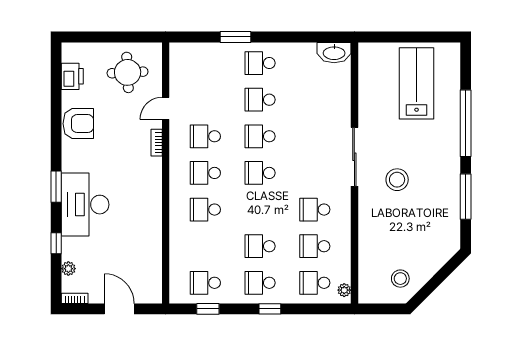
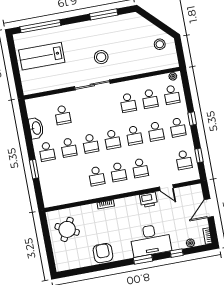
washbasin: (334, 53) -> (36, 128), moved
round table: (128, 72) -> (67, 229), turned 31
printer: (72, 76) -> (149, 200), moved, turned 180
school desk: (315, 100) -> (63, 115), added
door: (166, 108) -> (166, 188), moved
window: (466, 123) -> (40, 26), moved
school desk: (260, 210) -> (134, 135), added

